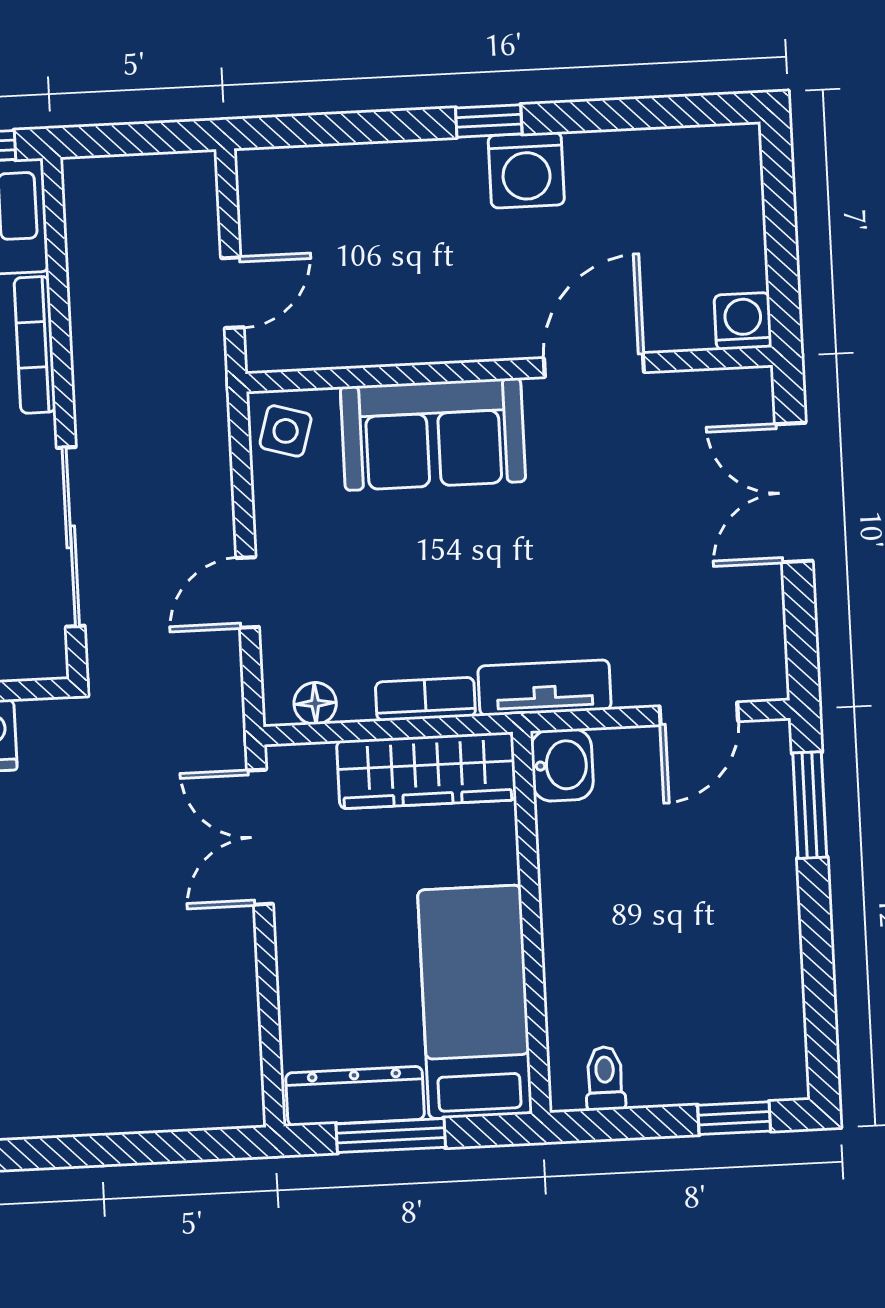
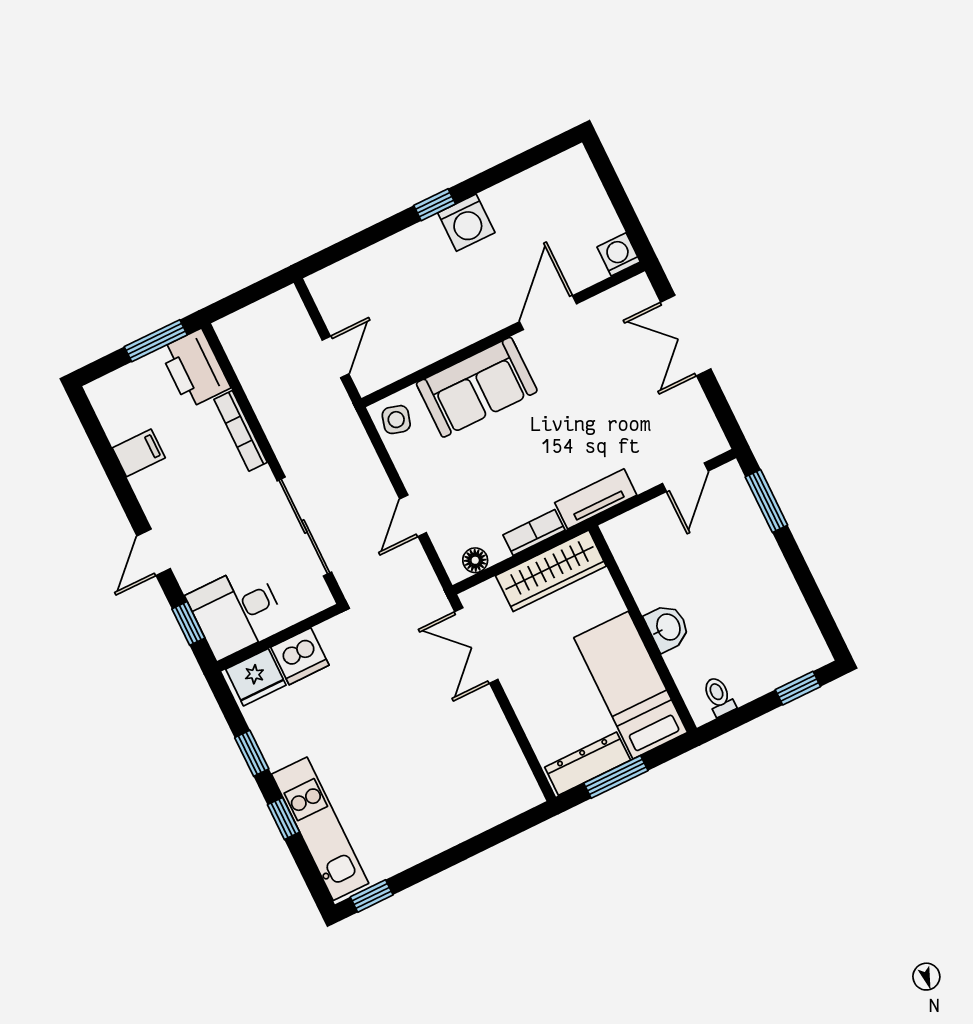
washbasin: (562, 765) -> (667, 627), moved

